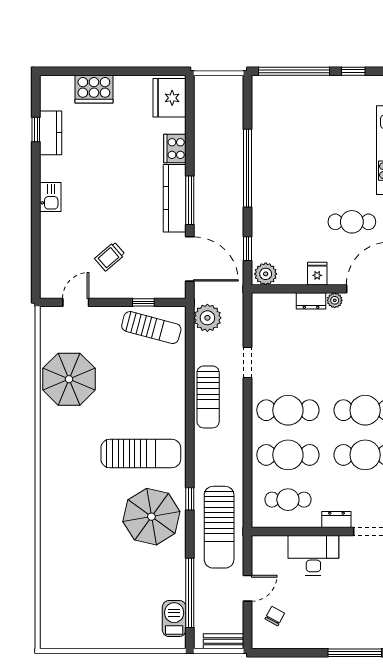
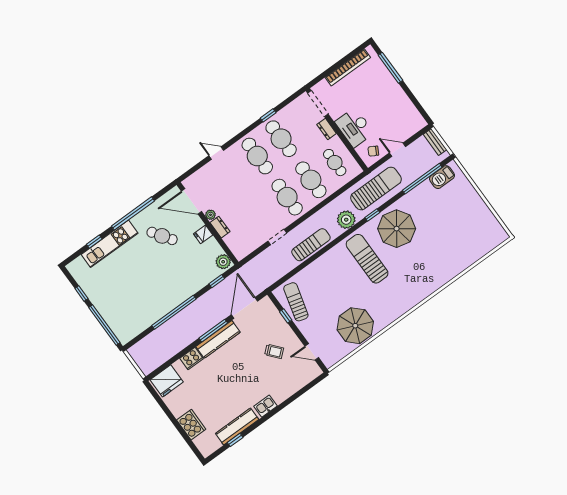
kitchen counter: (51, 133) -> (237, 427), width x1.50
cafe table: (352, 222) -> (162, 236), turned -34
plant: (207, 318) -> (346, 220), moved
chair: (275, 616) -> (373, 151), moved

